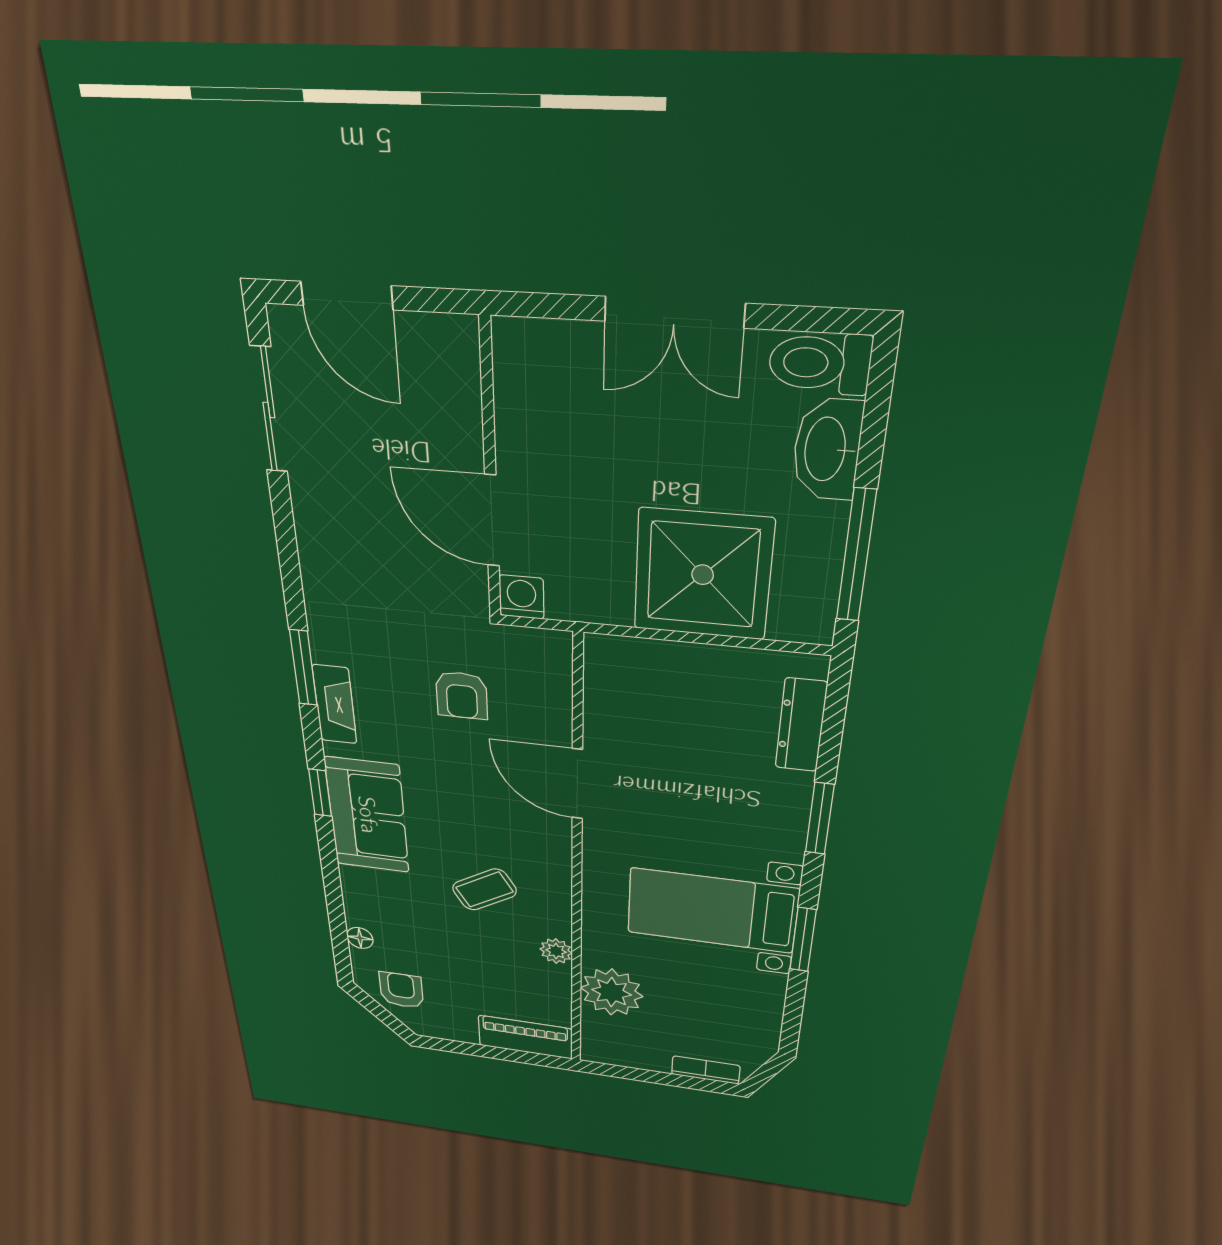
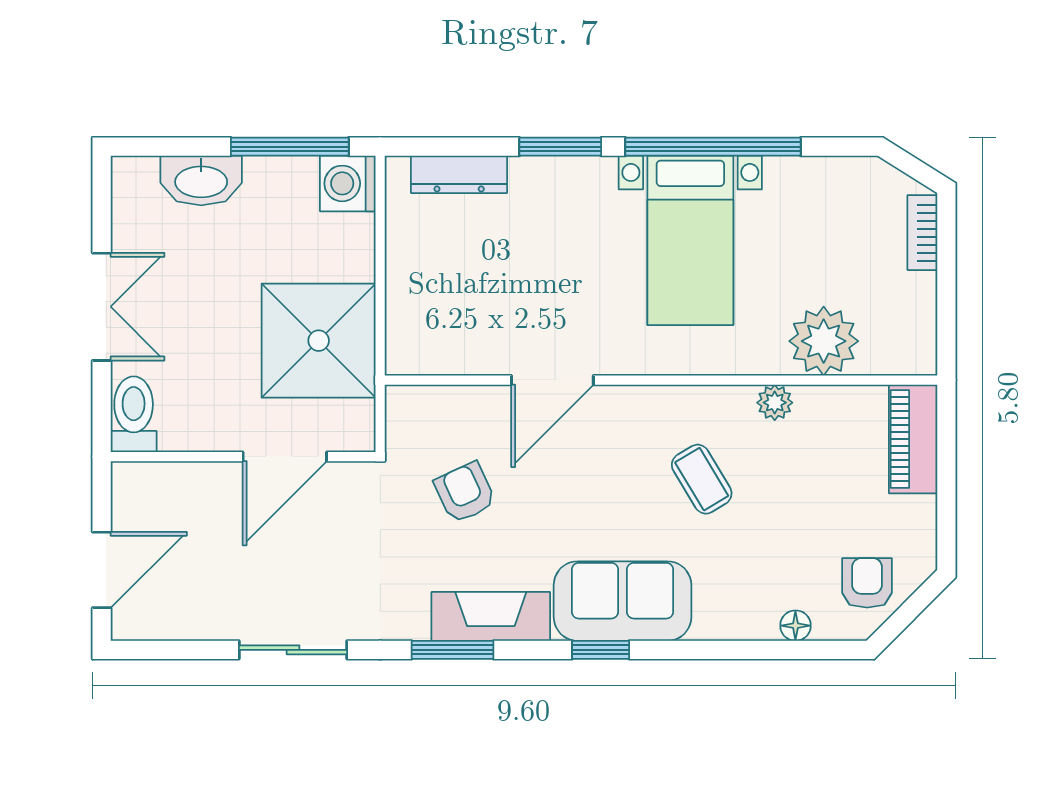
toilet: (820, 363) -> (134, 414), moved, turned 180
sliding door: (269, 410) -> (293, 650), moved
shower: (703, 575) -> (319, 341), moved
washing machine: (522, 597) -> (348, 183), moved, width x1.38, depth x1.38
armchair: (462, 695) -> (465, 492), turned -115
fireplace: (335, 704) -> (491, 616), width x1.37, depth x1.32
window: (803, 940) -> (713, 147), width x2.11
armchair: (401, 990) -> (867, 583), turned 90

